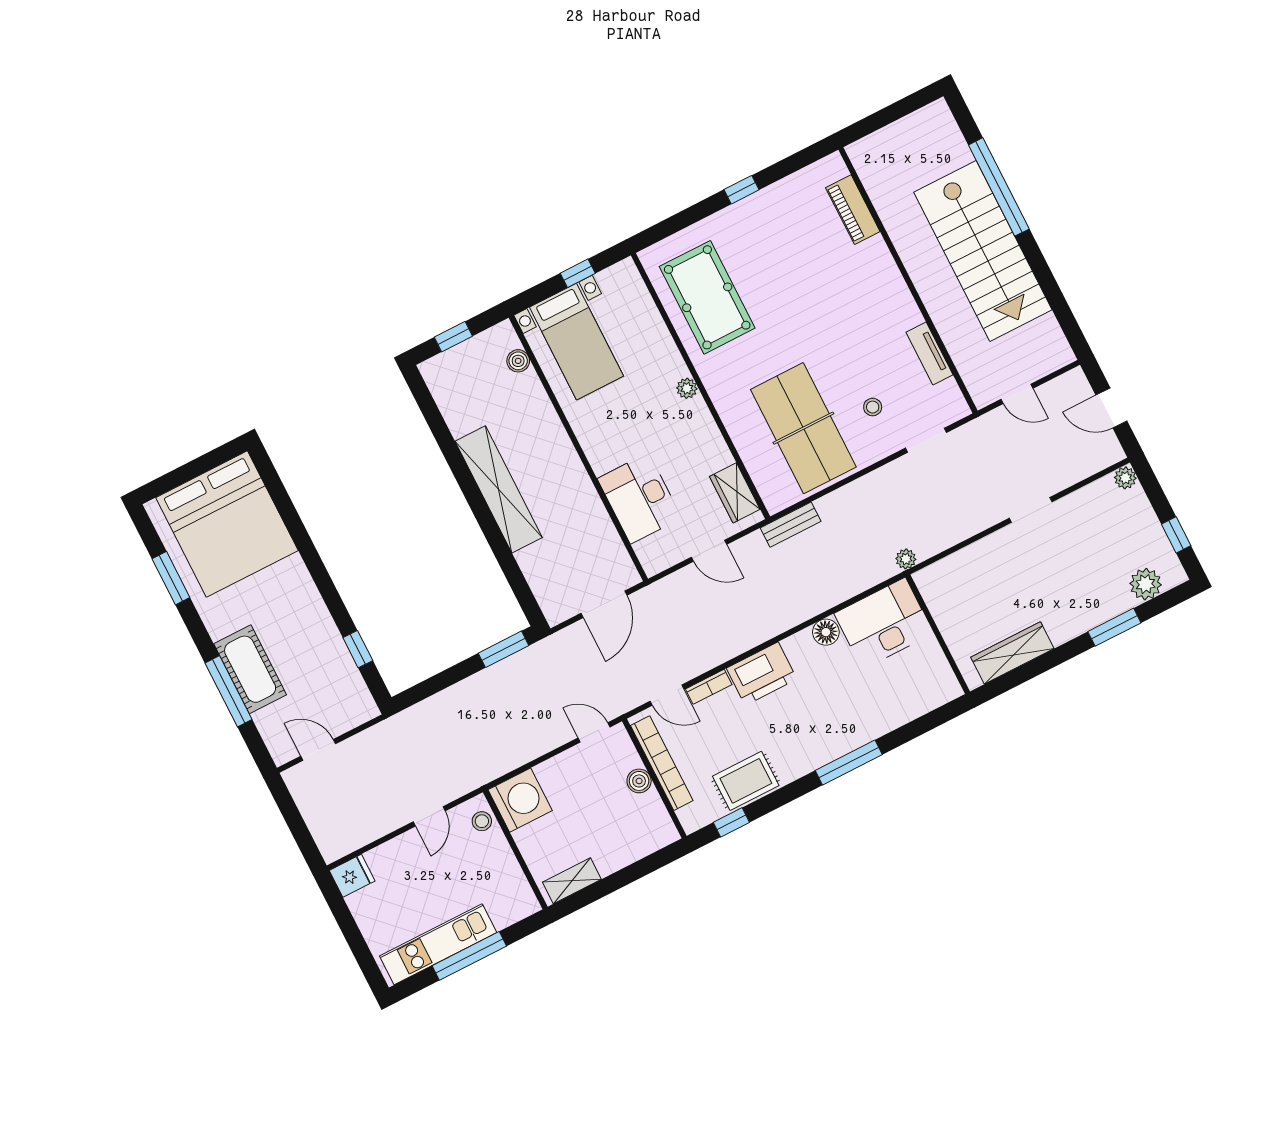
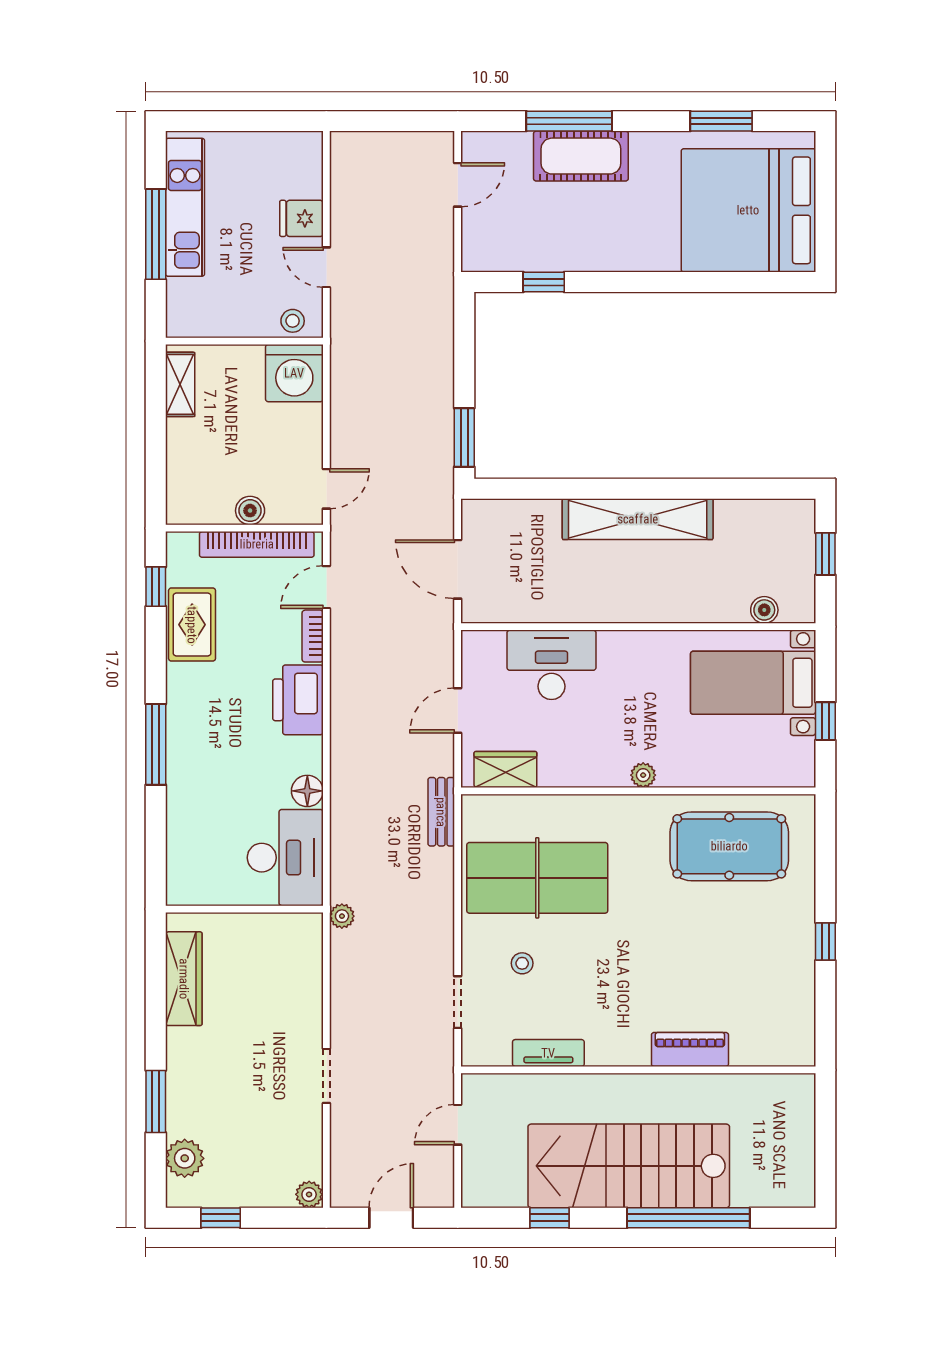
piano: (853, 210) -> (690, 1049), moved
window: (1051, 290) -> (549, 1218), added
fridge: (352, 876) -> (301, 218), moved, turned 90

